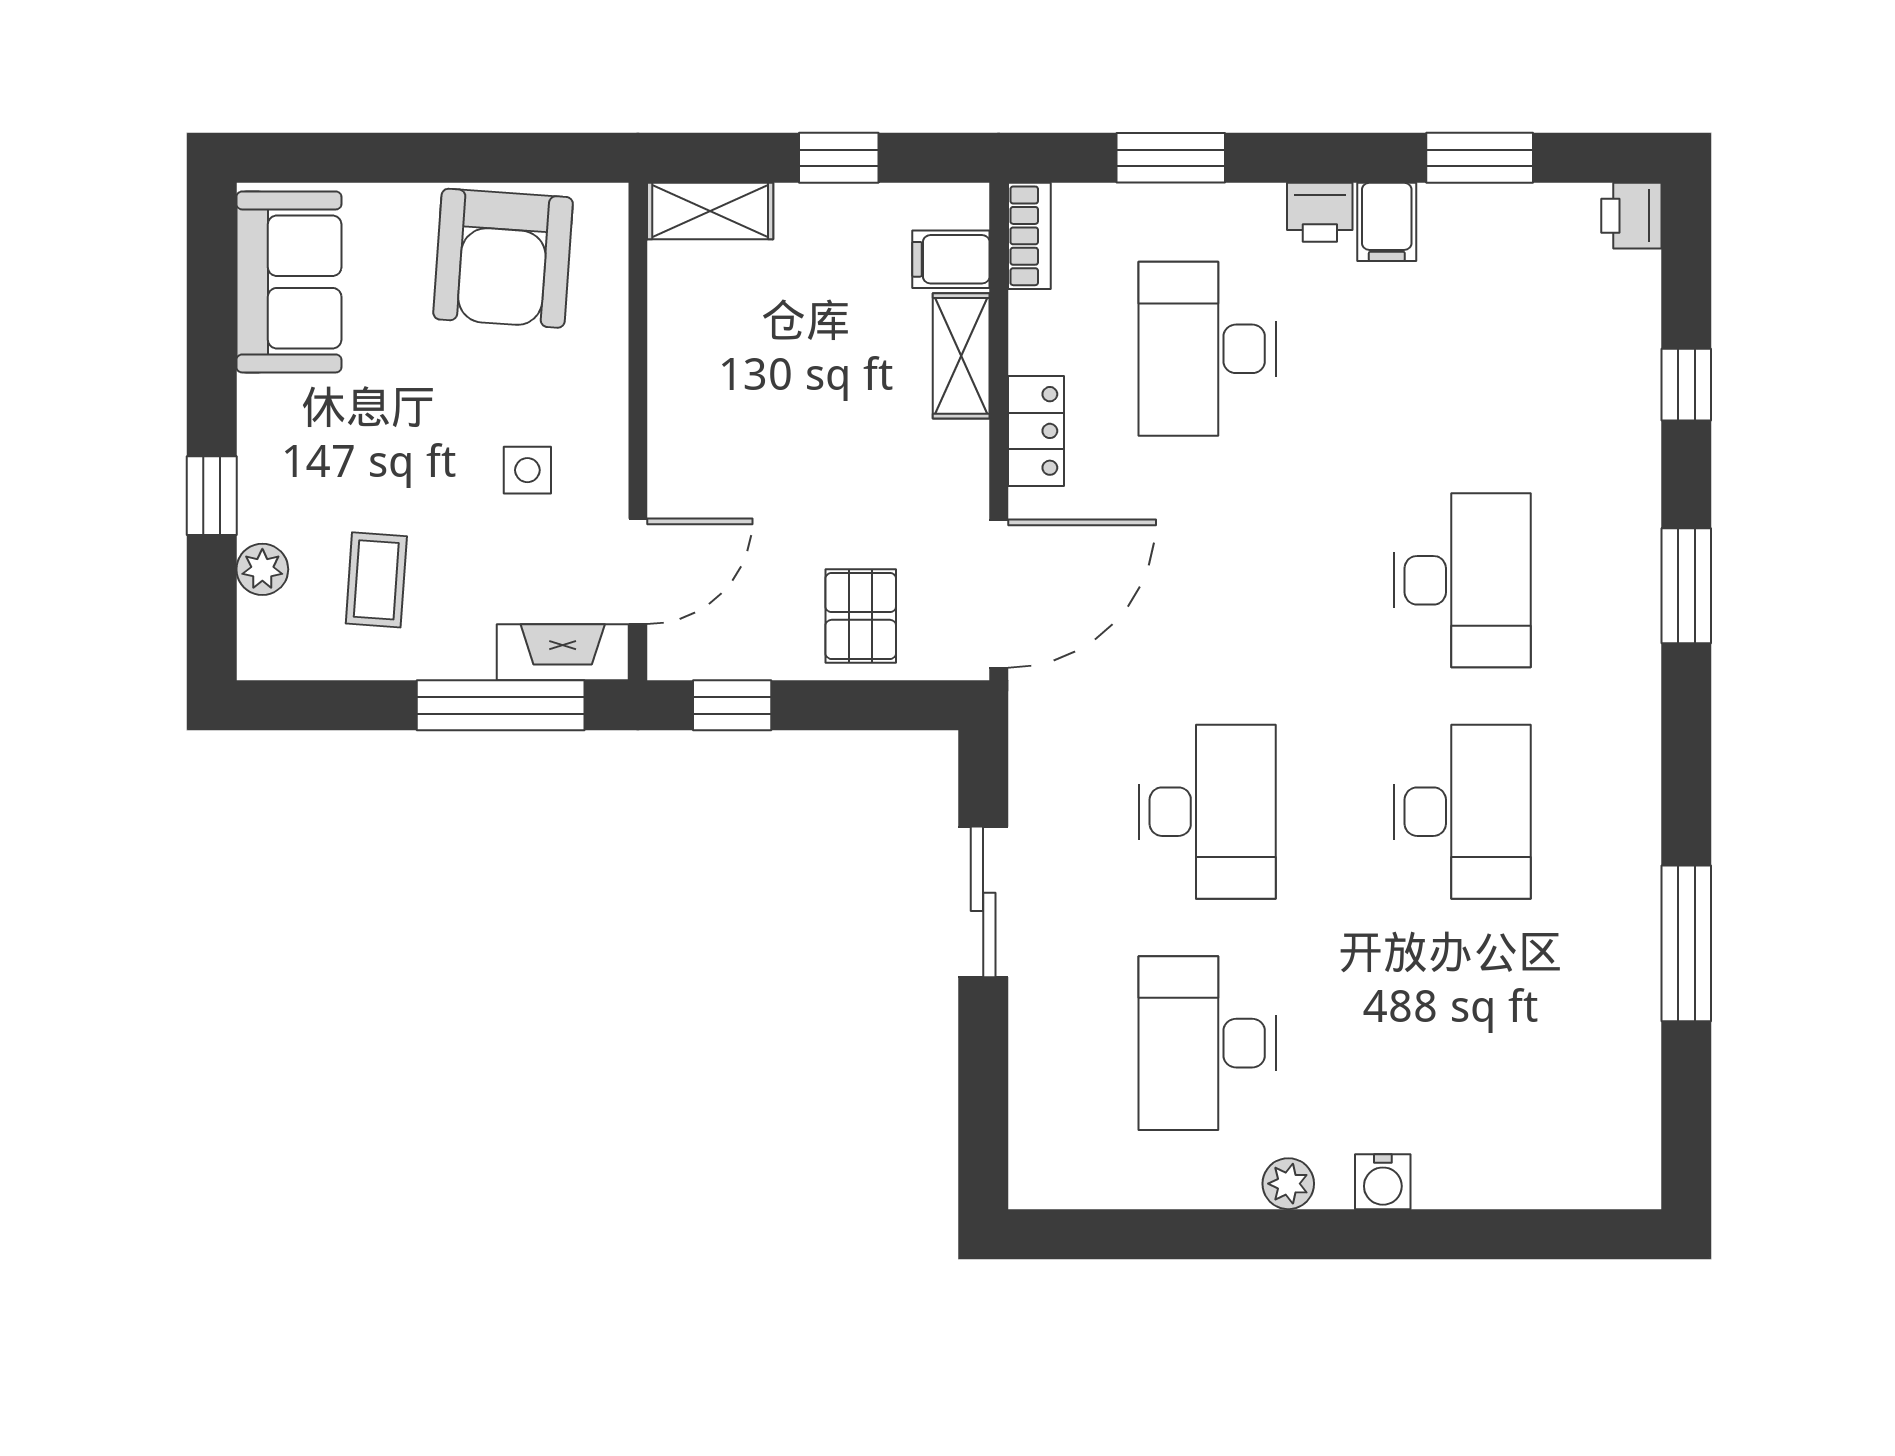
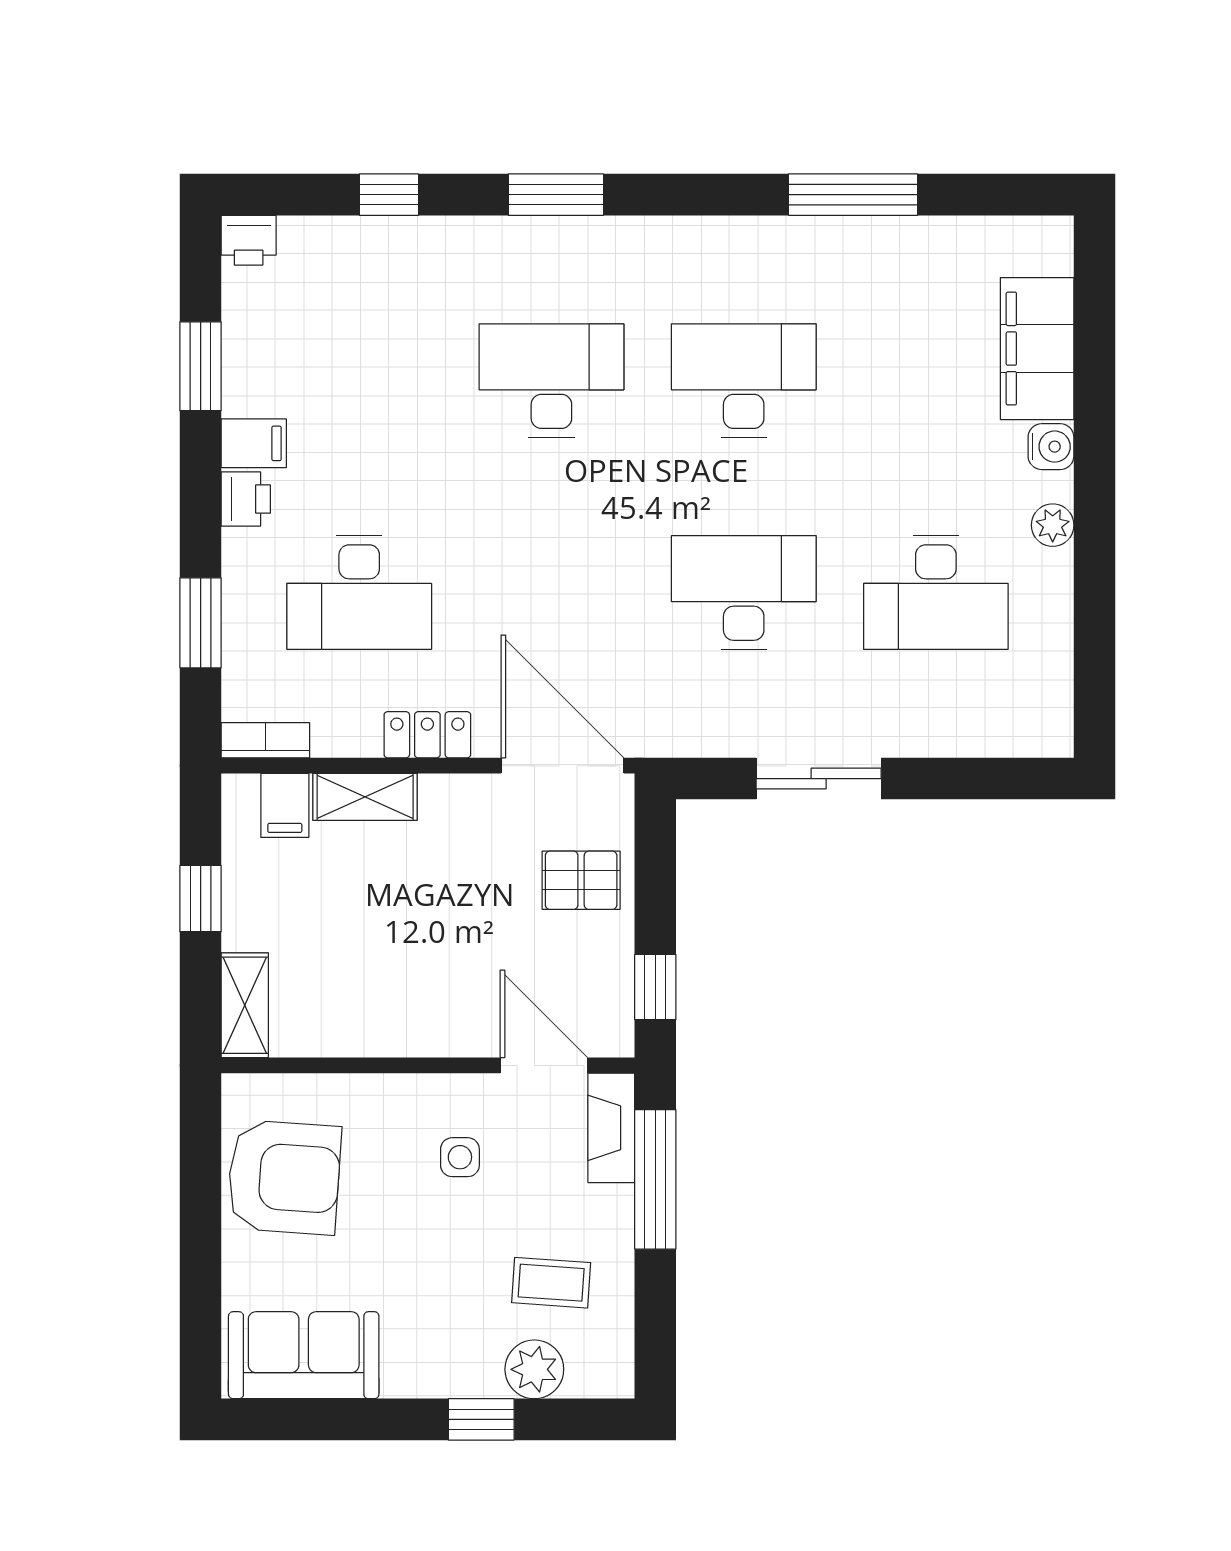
plant: (262, 569) -> (534, 1369), width x1.38, depth x1.38
filing cabinet: (1501, 1165) -> (1037, 349), added

